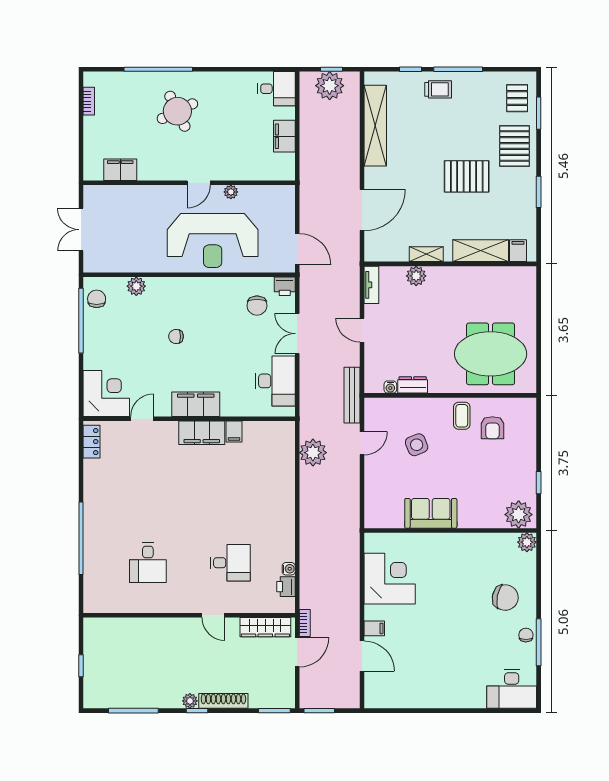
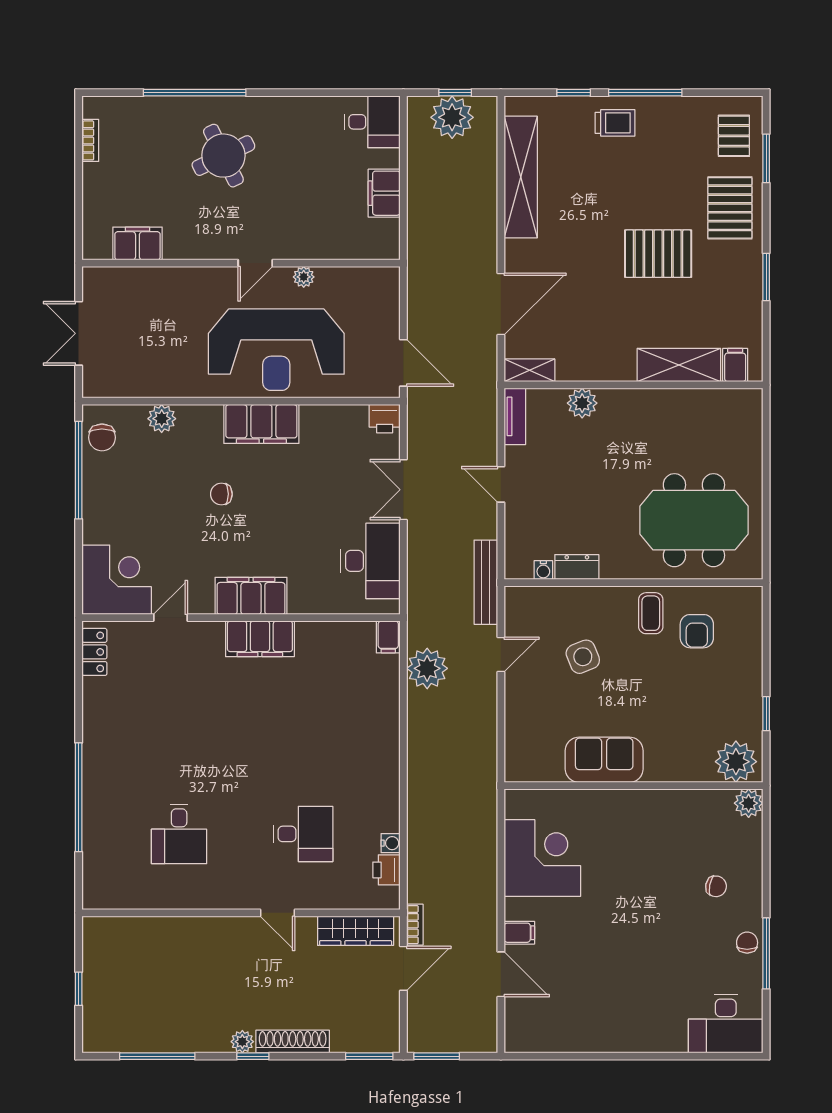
shelving: (426, 254) -> (529, 370), moved
filing cabinet: (203, 290) -> (261, 424), added
chair: (97, 299) -> (102, 437), turned 180
chair: (257, 306) -> (343, 448), removed
filing cabinet: (234, 432) -> (388, 637), moved
chair: (505, 598) -> (716, 886), width x0.54, depth x0.54

